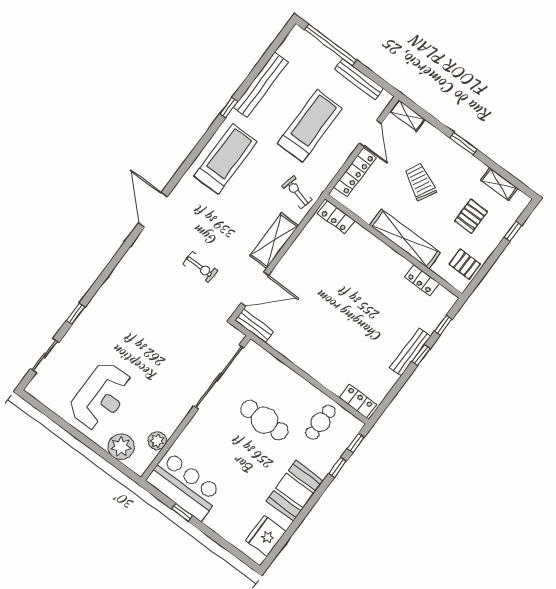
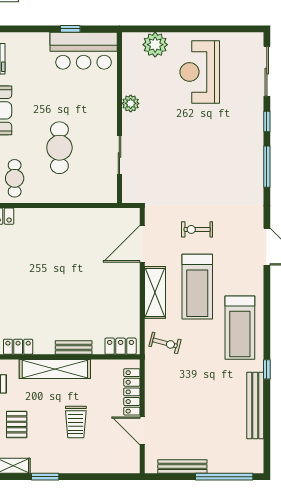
shelving: (408, 116) -> (124, 466), removed
treadmill: (310, 126) -> (197, 287), moved
window: (464, 144) -> (45, 477), moved
trolley: (420, 182) -> (76, 422), turned 62
window: (104, 276) -> (267, 167), added
bench: (254, 326) -> (74, 347), moved
sliding door: (45, 356) -> (267, 71), width x1.37
sliding door: (219, 377) -> (119, 155), width x0.54
cafe table: (264, 420) -> (59, 148), turned 90
plant: (157, 441) -> (131, 103), moved

